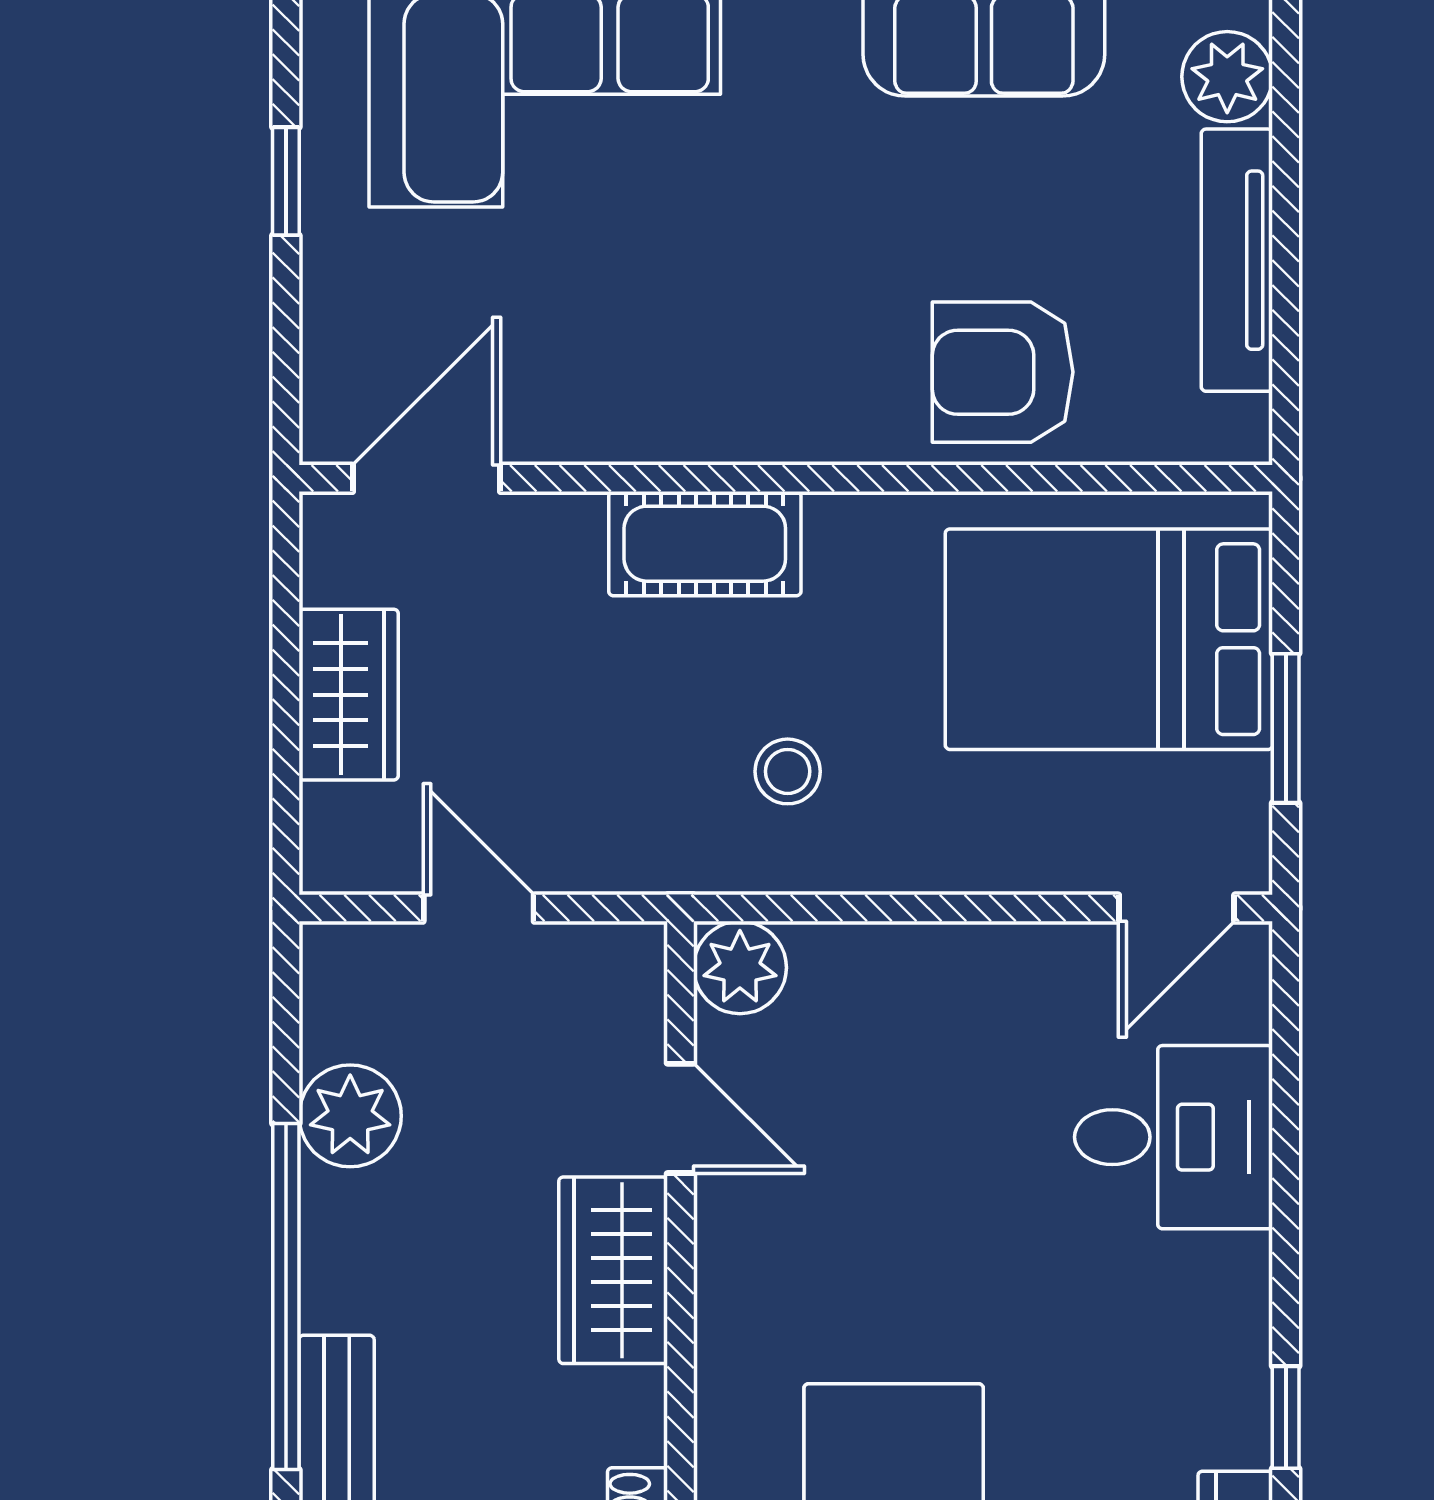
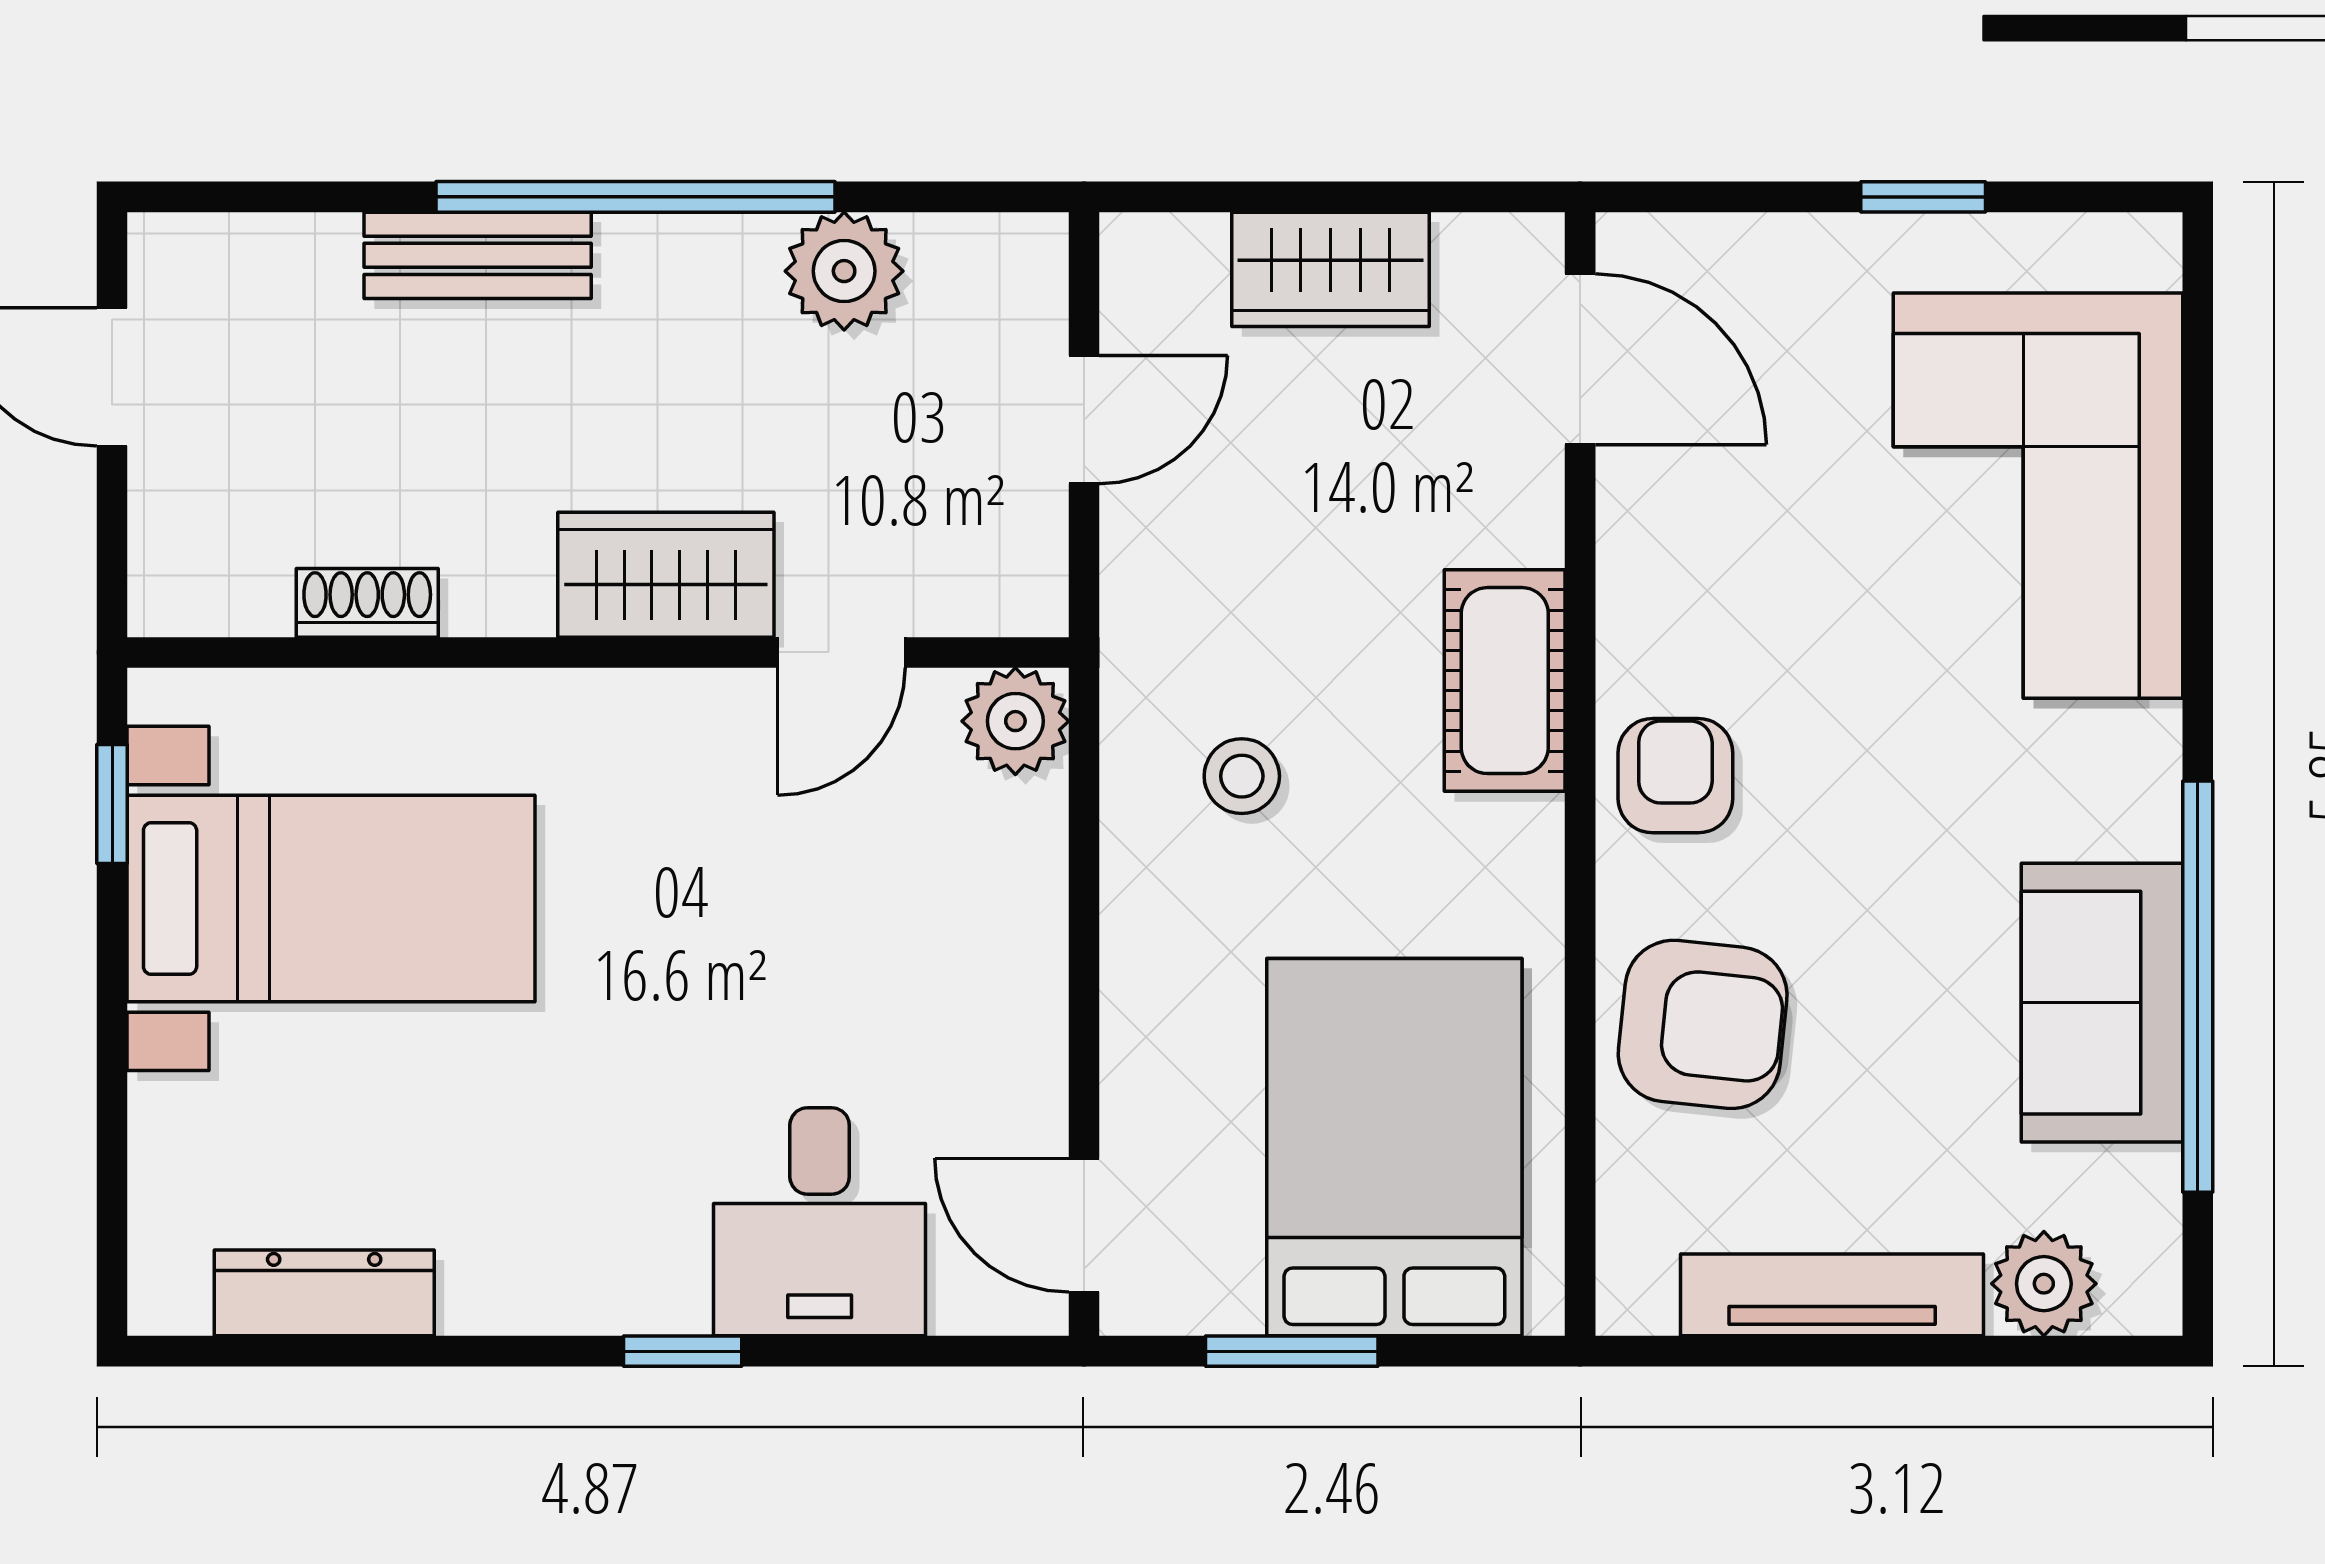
armchair: (1003, 372) -> (1703, 1024), turned 96
armchair: (787, 396) -> (1675, 776), added
window: (1286, 1417) -> (683, 1351), moved

